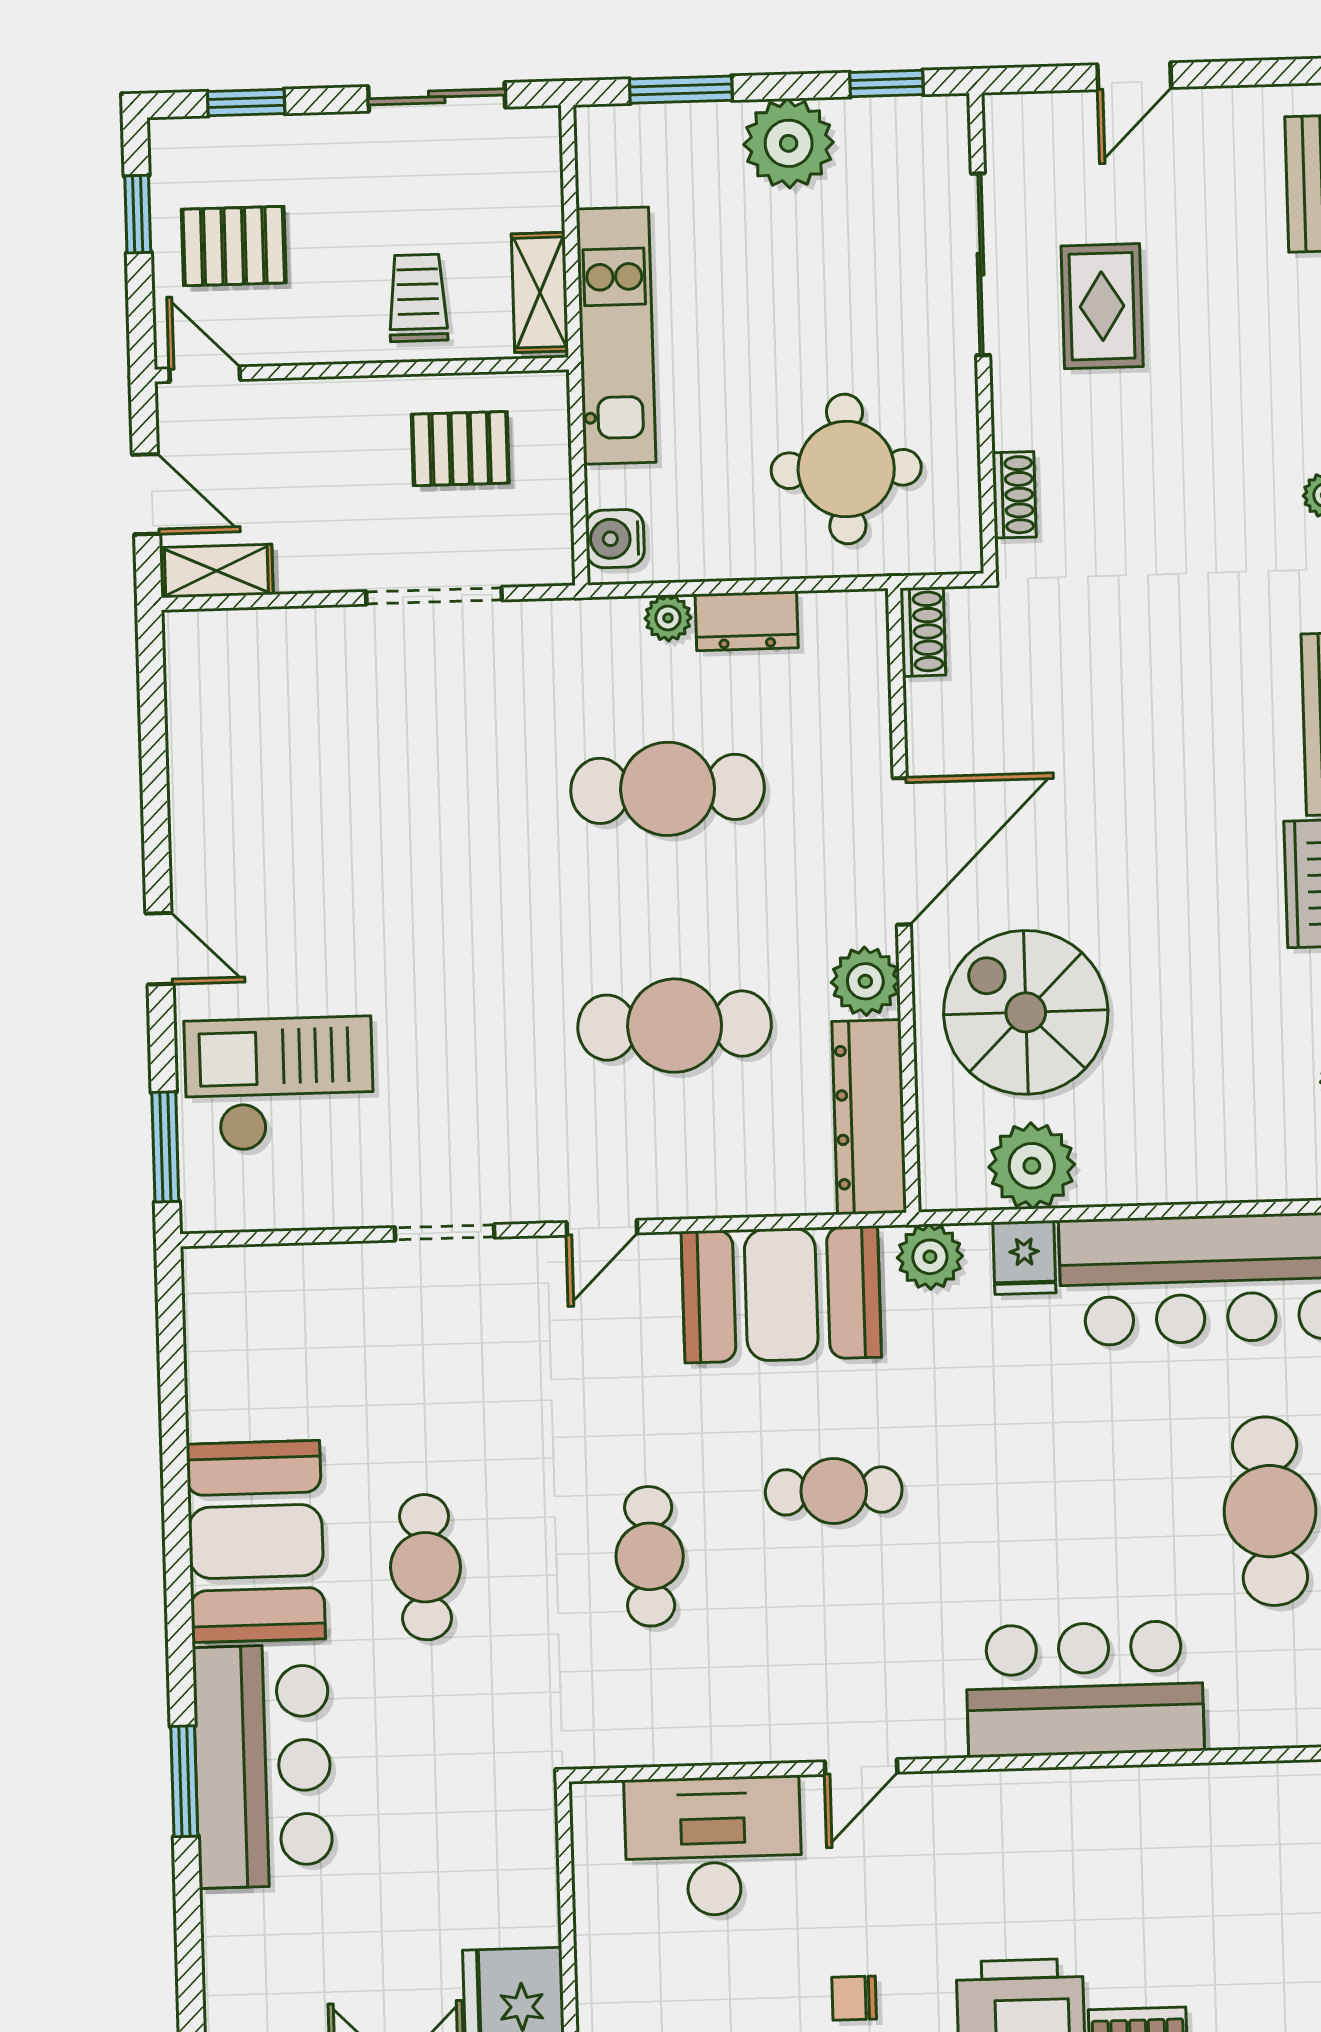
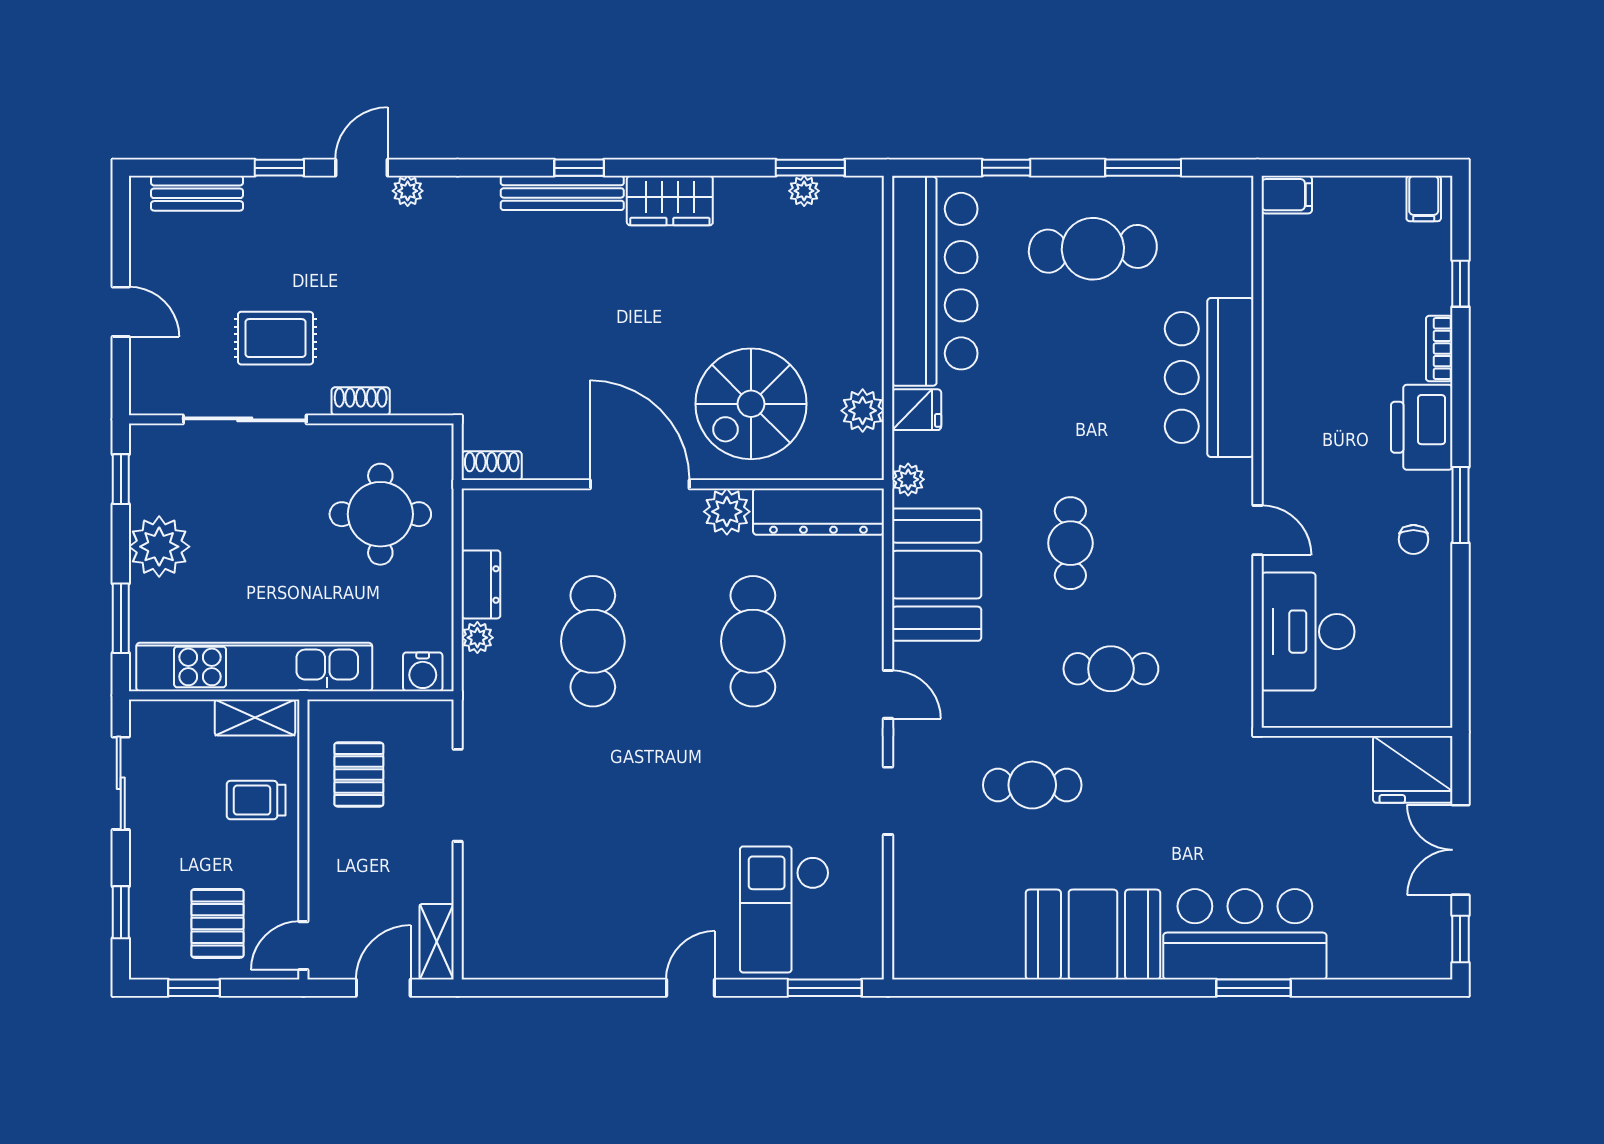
kitchen unit: (616, 336) -> (254, 667), width x1.36
shoe rack: (1014, 495) -> (361, 401), moved
plant: (1032, 1166) -> (863, 411), width x0.73, depth x0.73
plant: (930, 1257) -> (908, 479), width x0.73, depth x0.73
cafe table: (426, 1567) -> (1032, 785), moved

